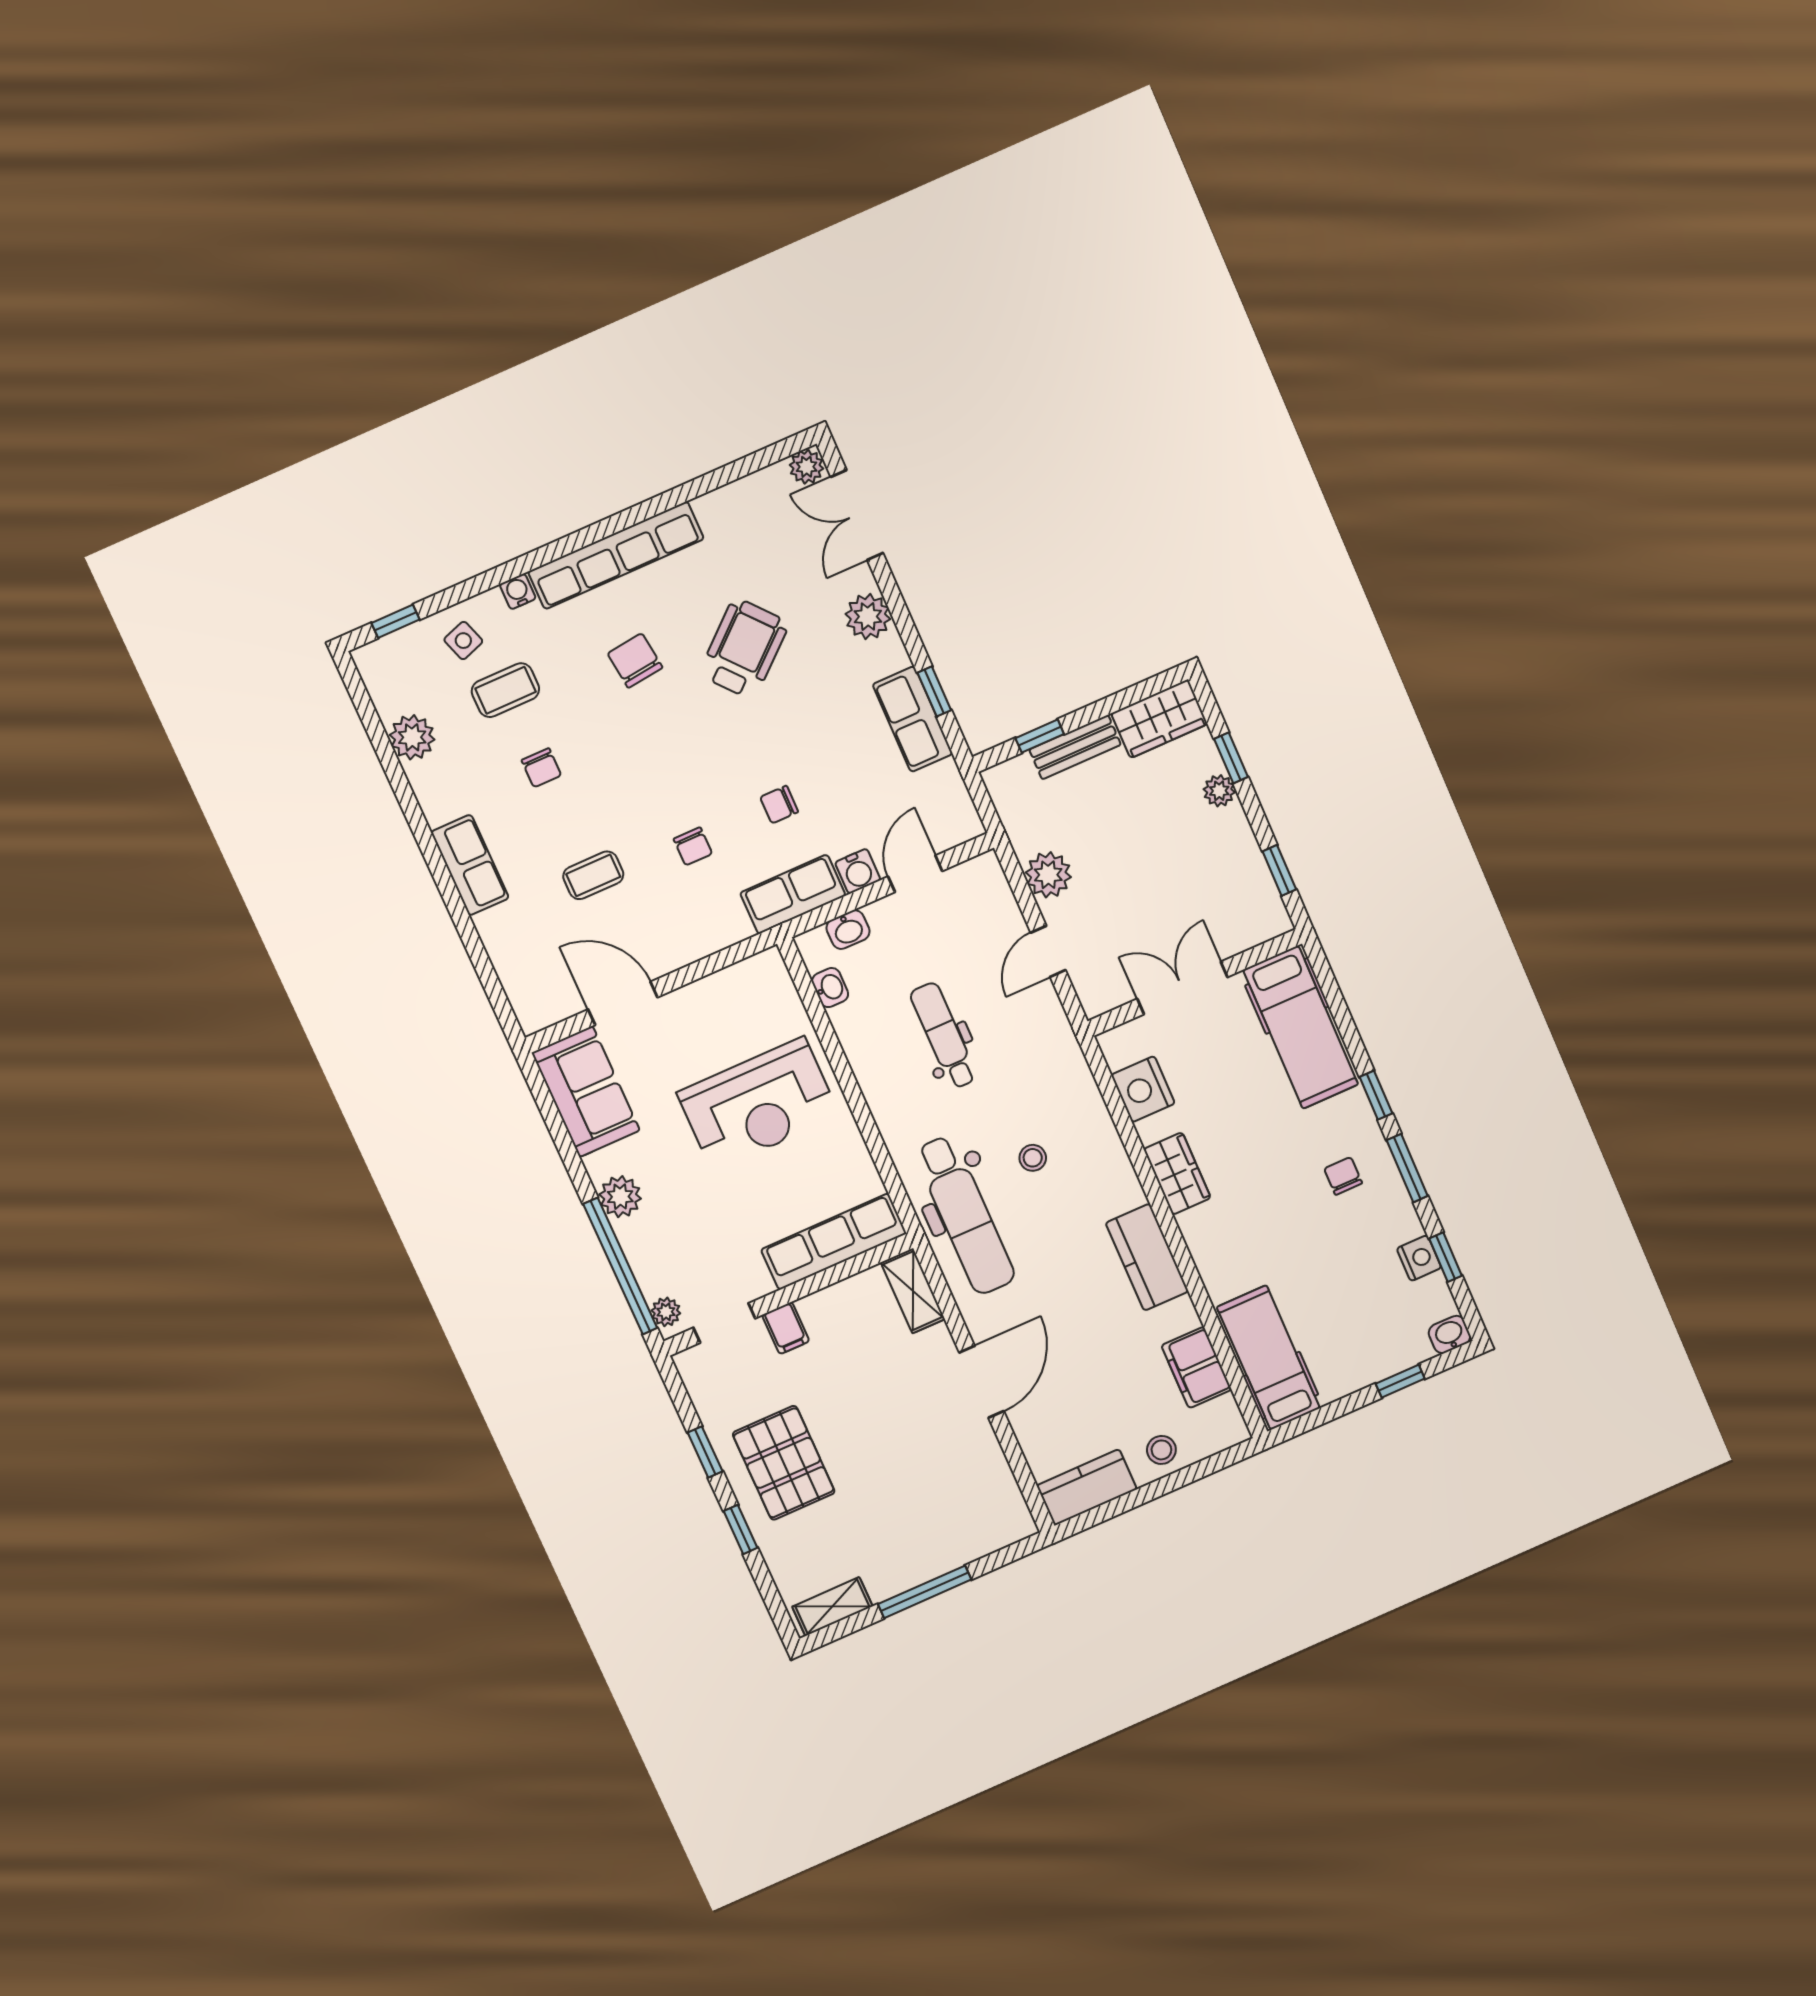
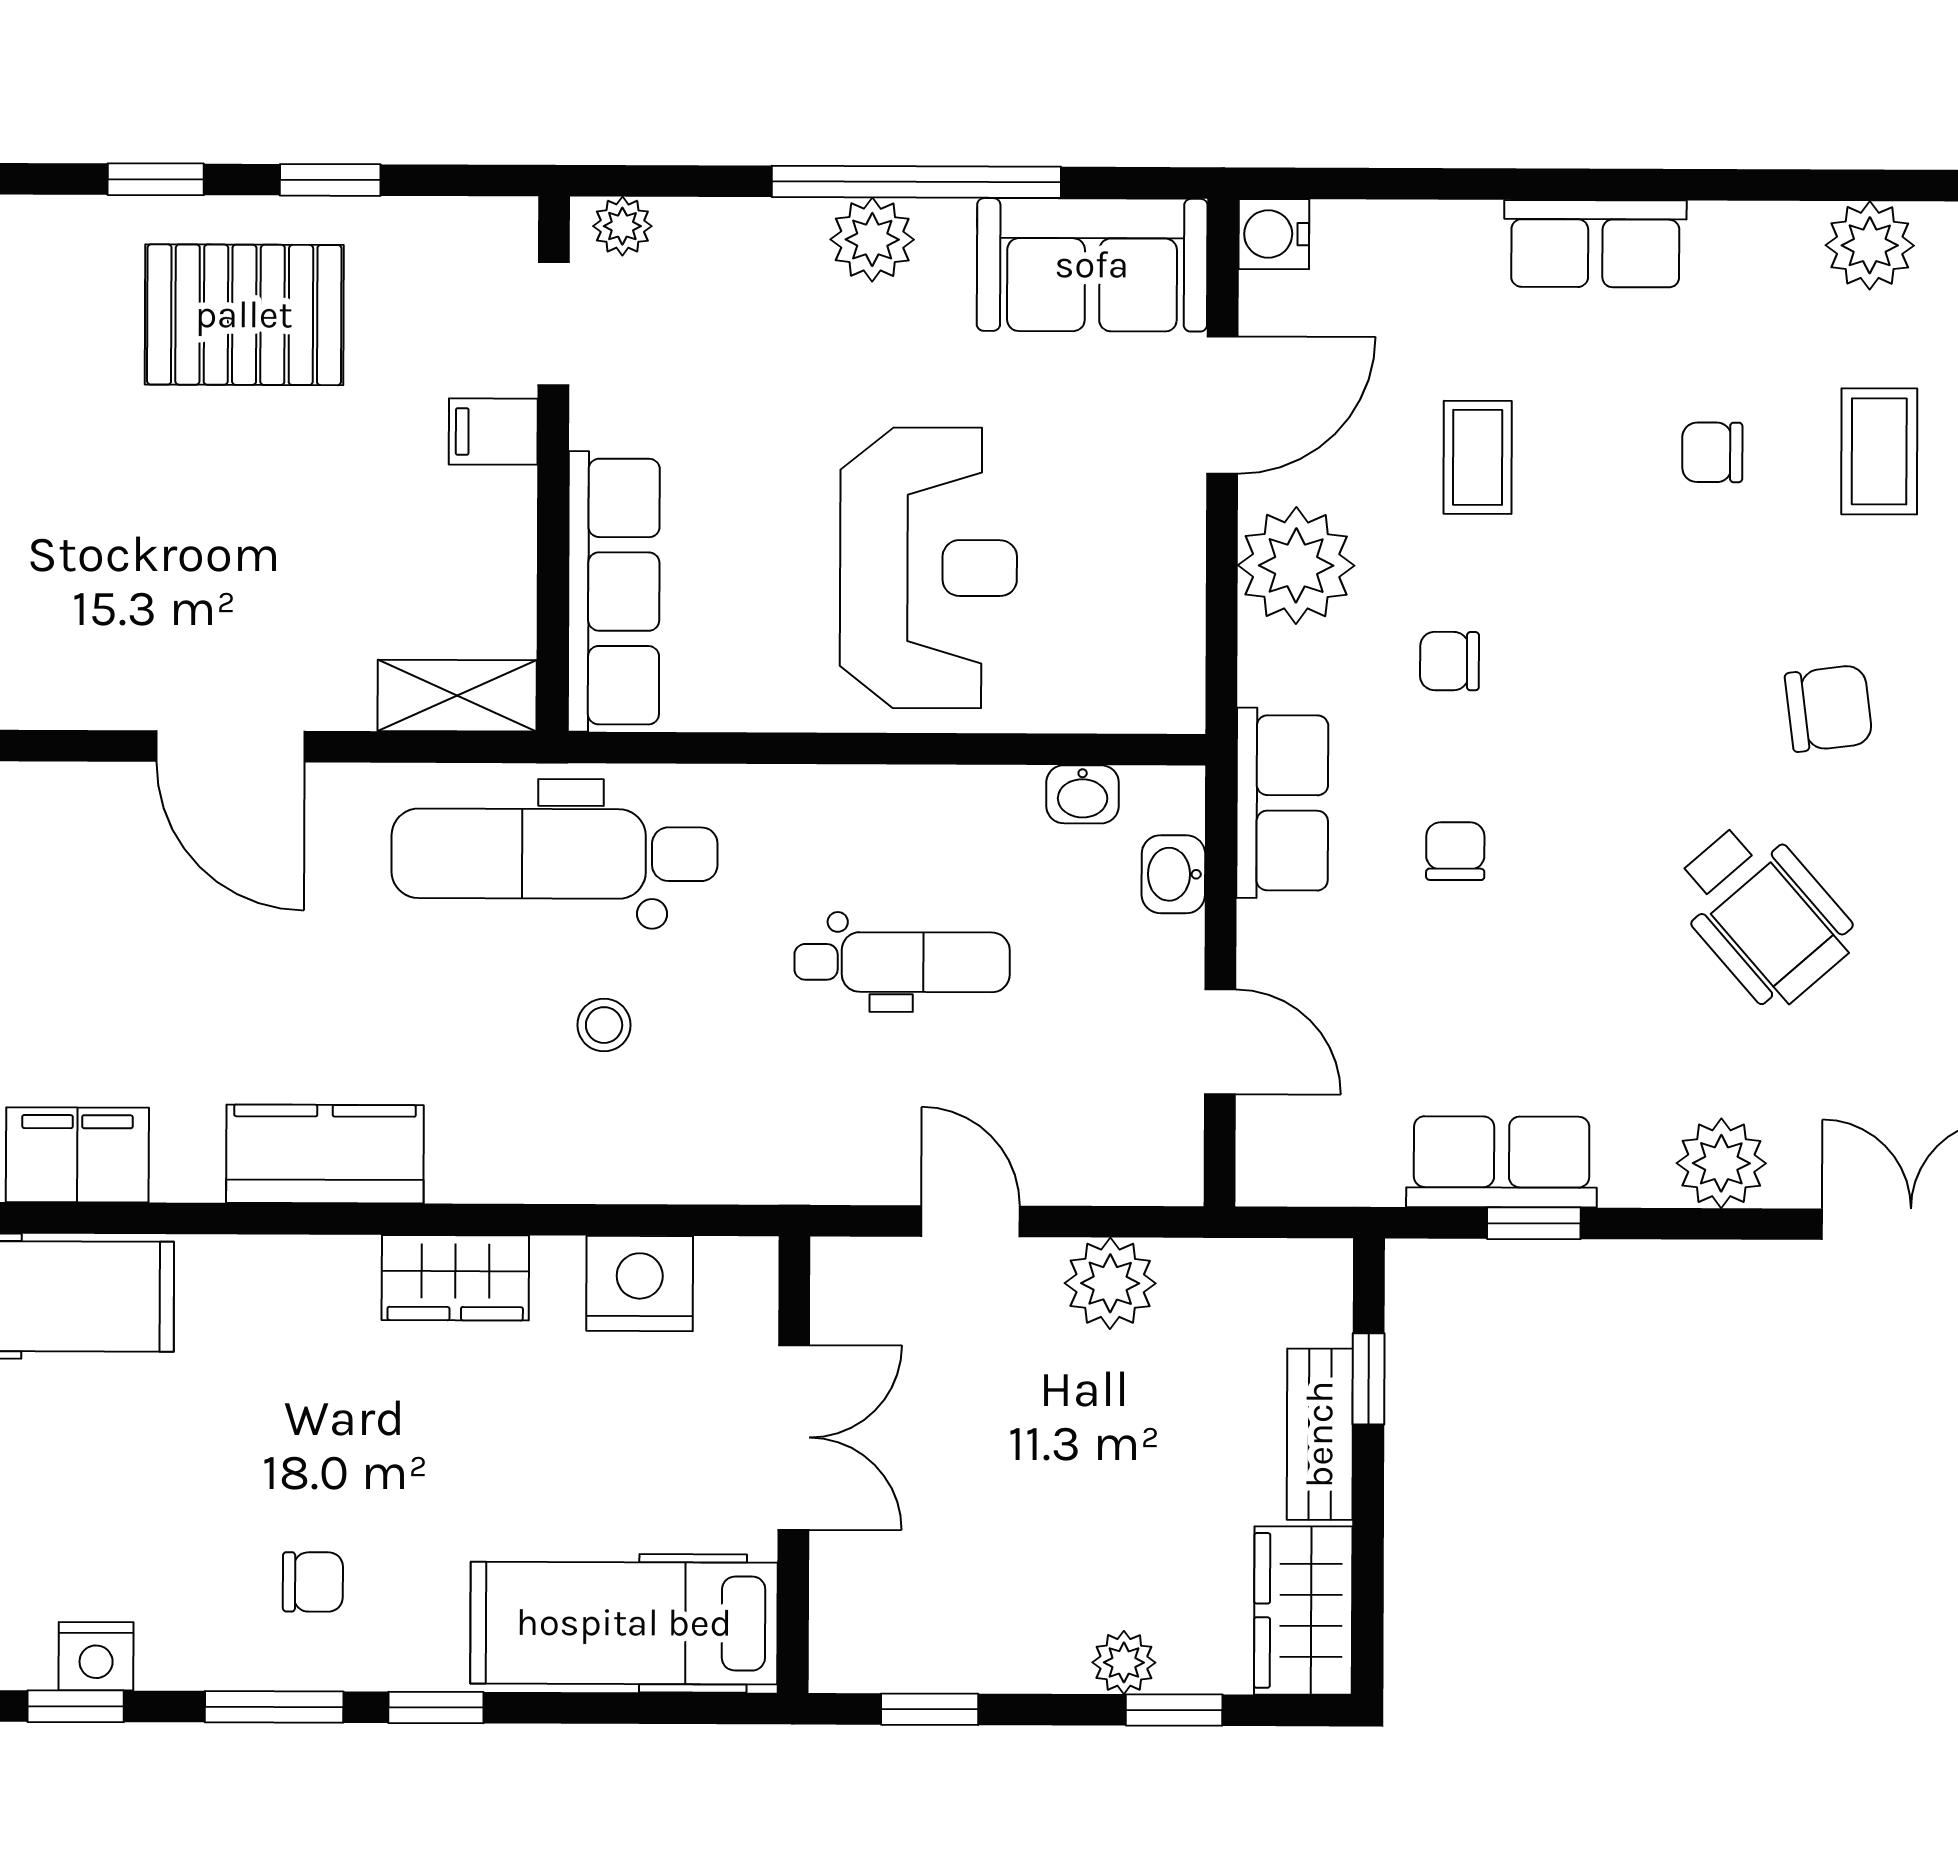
water cooler: (858, 871) -> (1274, 234), moved
plant: (681, 937) -> (1296, 565), added
reception desk: (758, 1104) -> (928, 568), turned 180
window: (620, 1266) -> (916, 182), moved

